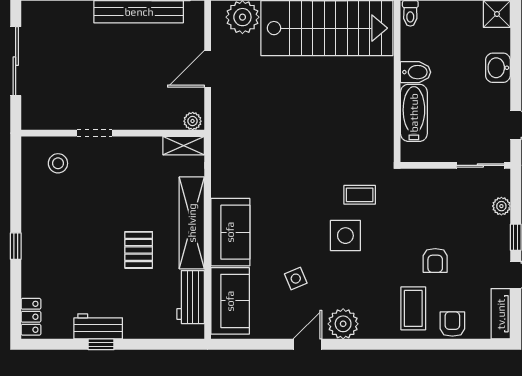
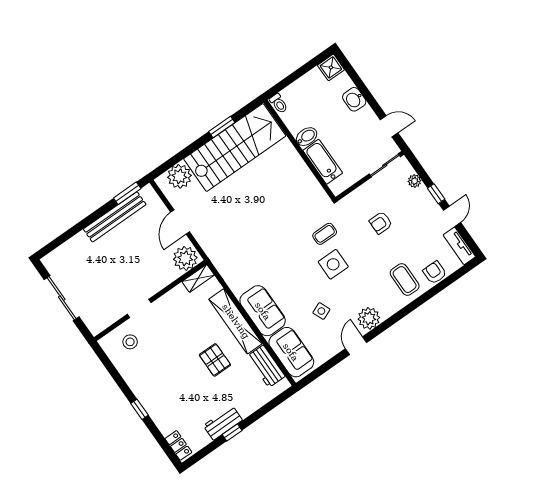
plant: (193, 121) -> (185, 258), width x1.87, depth x1.87
armchair: (435, 260) -> (381, 223), moved, turned 90

